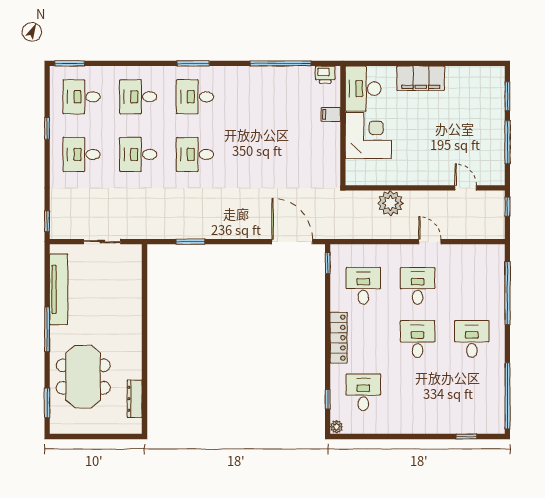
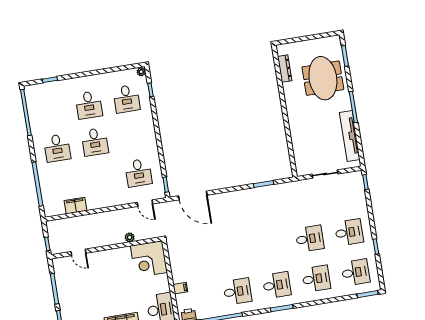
corner desk: (368, 136) -> (149, 259), moved
desk: (195, 154) -> (237, 291), moved
plant: (390, 203) -> (130, 237), width x0.53, depth x0.53
door: (430, 242) -> (145, 203), moved
filing cabinet: (459, 254) -> (75, 206), added
desk: (418, 286) -> (89, 105), moved
locker: (339, 338) -> (150, 134), removed

